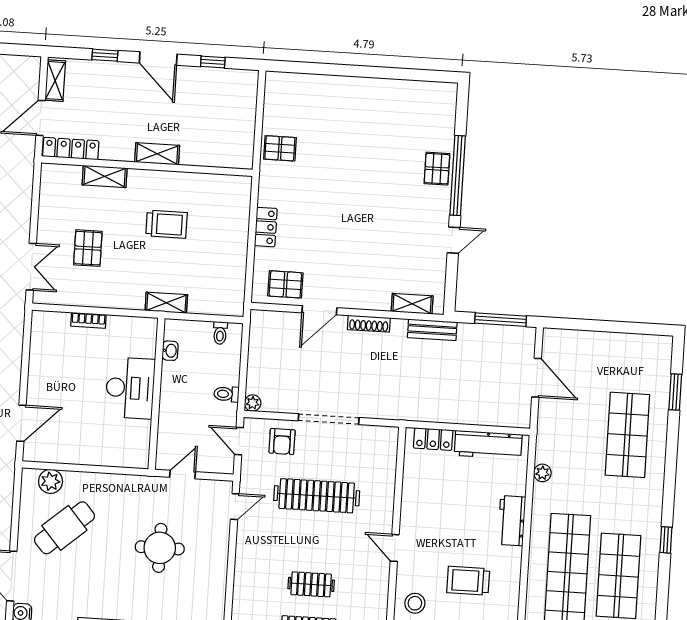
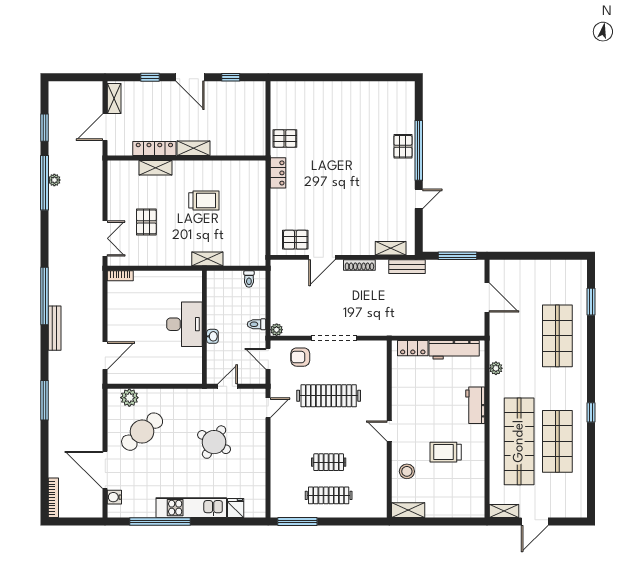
locker: (71, 149) -> (154, 149), moved
locker: (266, 227) -> (278, 173), moved
bookcase: (88, 320) -> (120, 276), moved
washbasin: (170, 351) -> (212, 336), moved
armchair: (282, 442) -> (300, 357), turned 90
round table: (160, 548) -> (214, 442), turned 31

